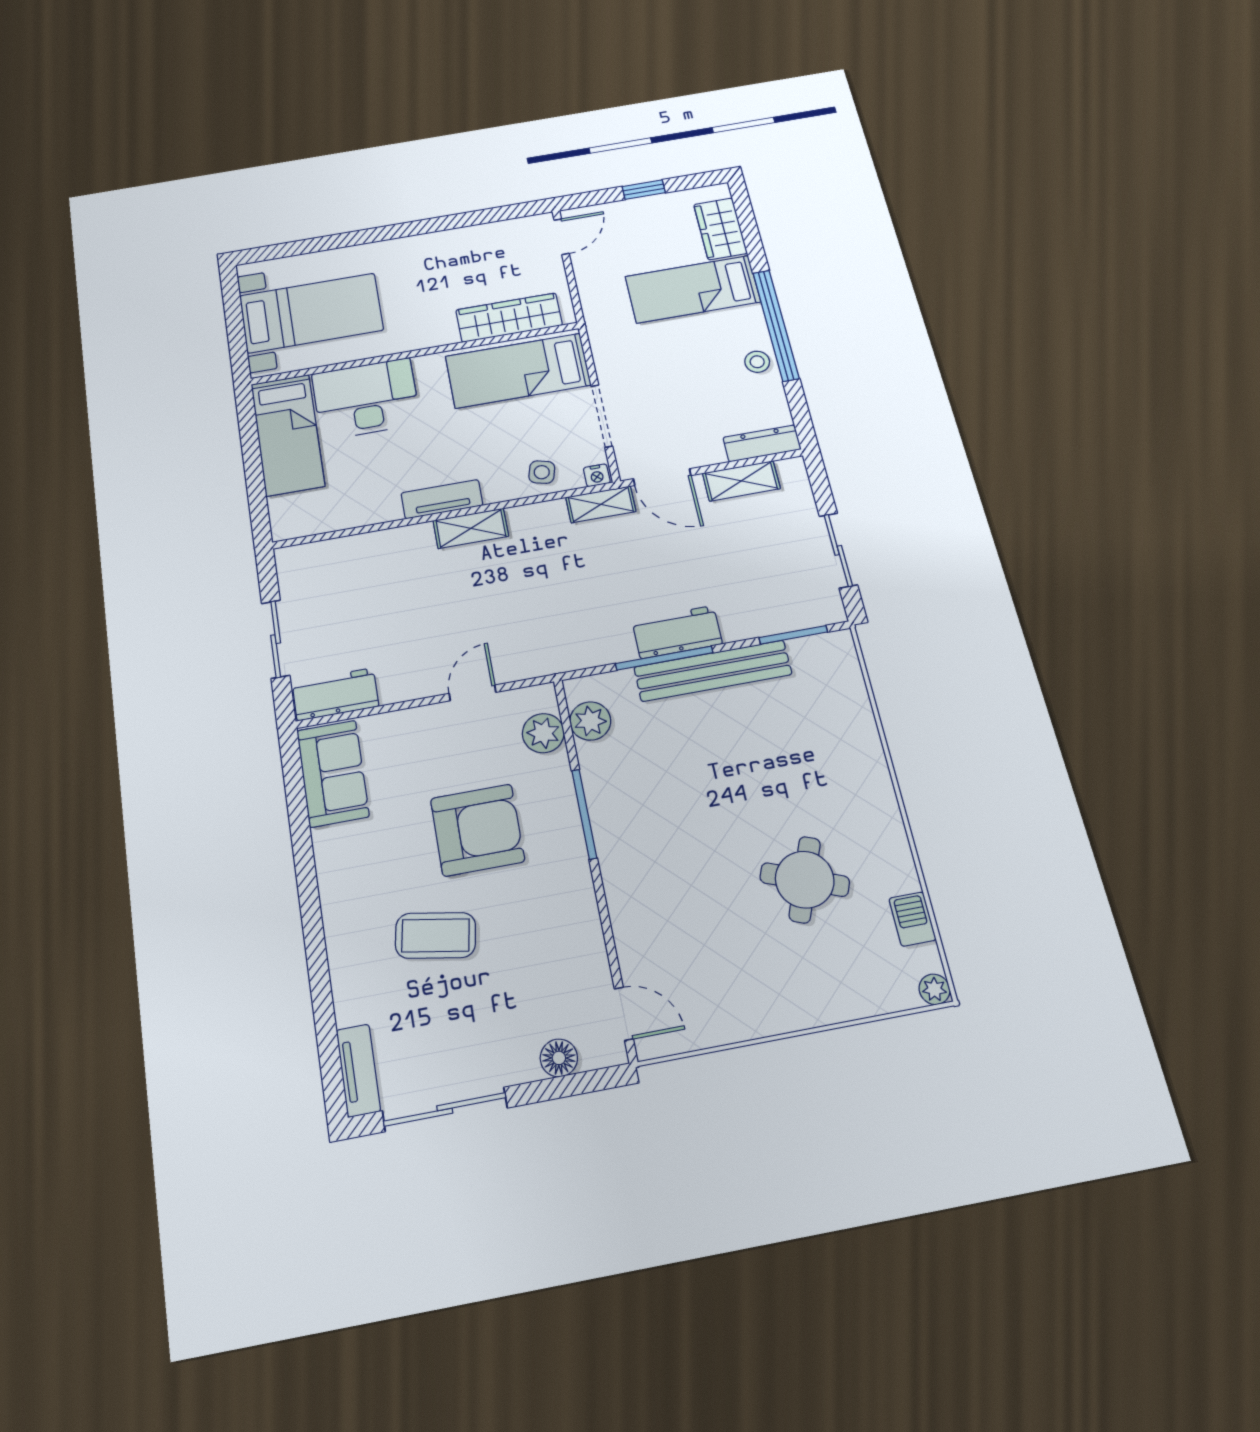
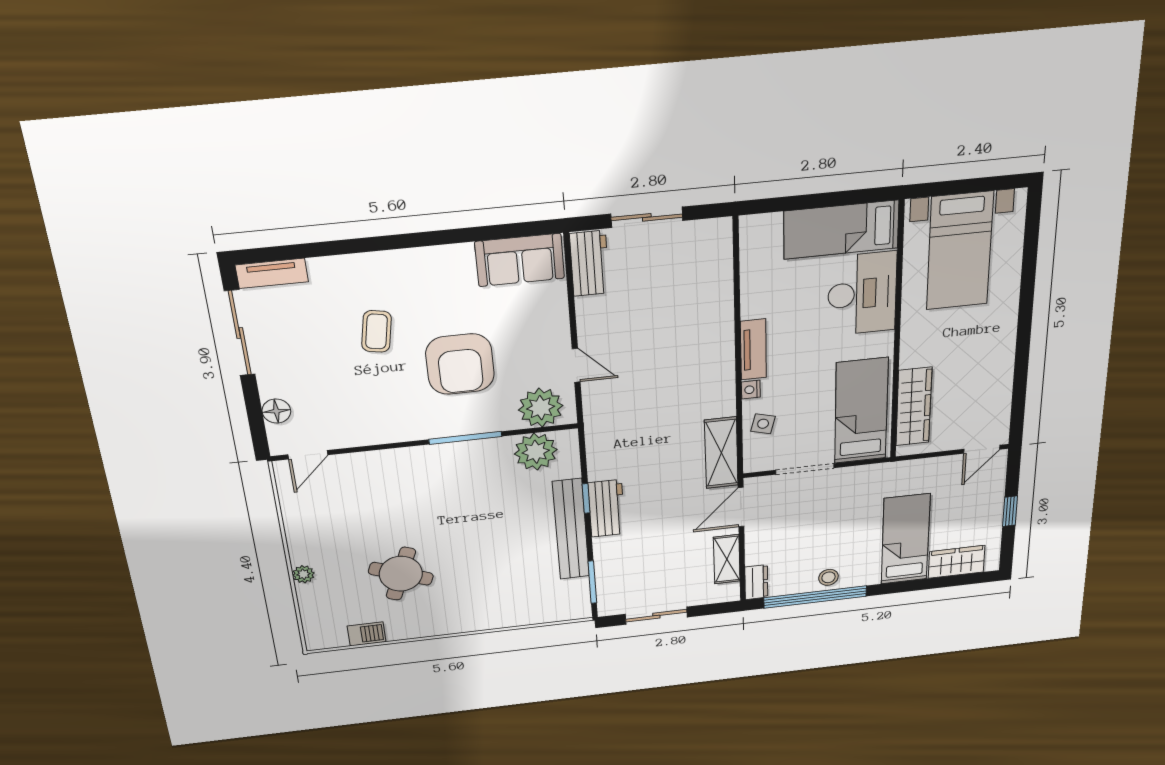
door: (562, 237) -> (982, 449), hinge flipped
window: (776, 325) -> (815, 597), moved
dresser: (762, 443) -> (756, 582), width x0.70
nightstand: (597, 475) -> (751, 390), moved
shelving: (601, 504) -> (721, 453), width x1.50, depth x1.33
shelving: (471, 528) -> (722, 370), removed
window: (664, 658) -> (586, 498), width x0.46
plant: (590, 721) -> (536, 452), width x1.36, depth x1.36
plant: (543, 733) -> (541, 408), width x1.36, depth x1.36
coffee table: (436, 935) -> (377, 331), width x0.73, depth x0.77
plant: (934, 989) -> (303, 574), moved

